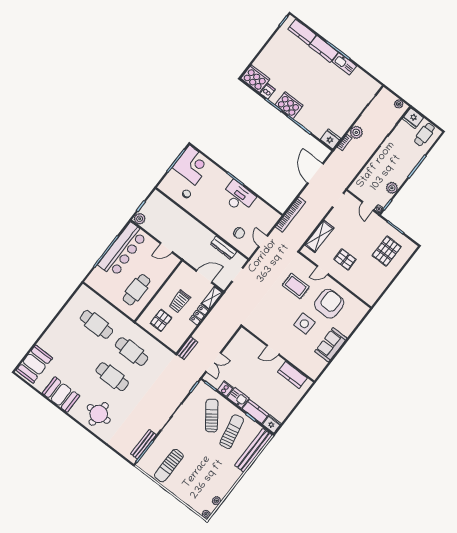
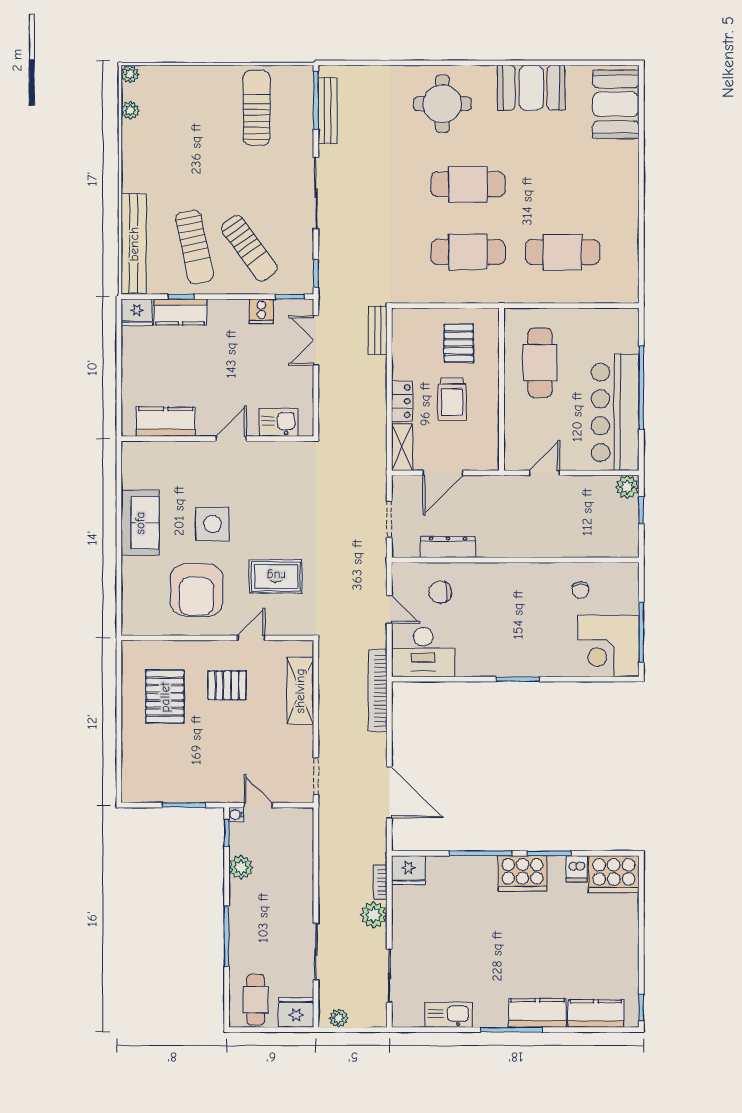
kitchen sink: (344, 64) -> (449, 1015), moved
desk: (238, 197) -> (423, 652), moved
pallet: (387, 251) -> (165, 697), moved
trolley: (180, 301) -> (452, 399), turned 180
kitchen sink: (238, 398) -> (278, 422), moved, turned 180

